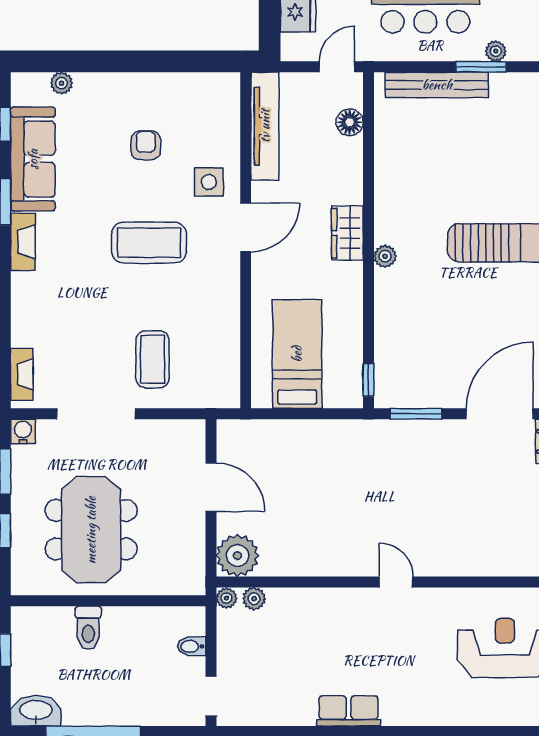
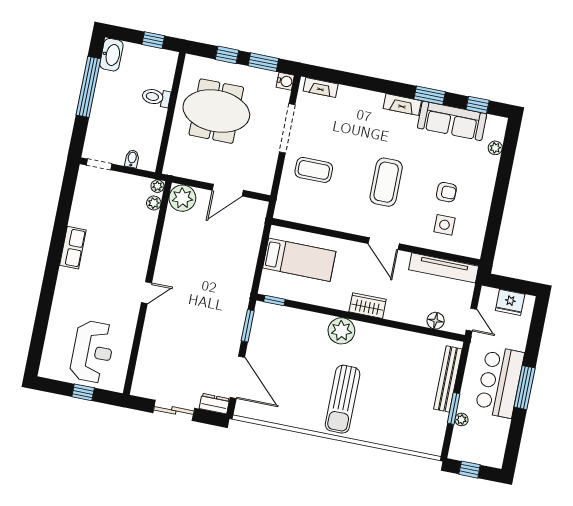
side table: (209, 182) -> (444, 225), moved
plant: (385, 256) -> (341, 331), width x1.88, depth x1.88

